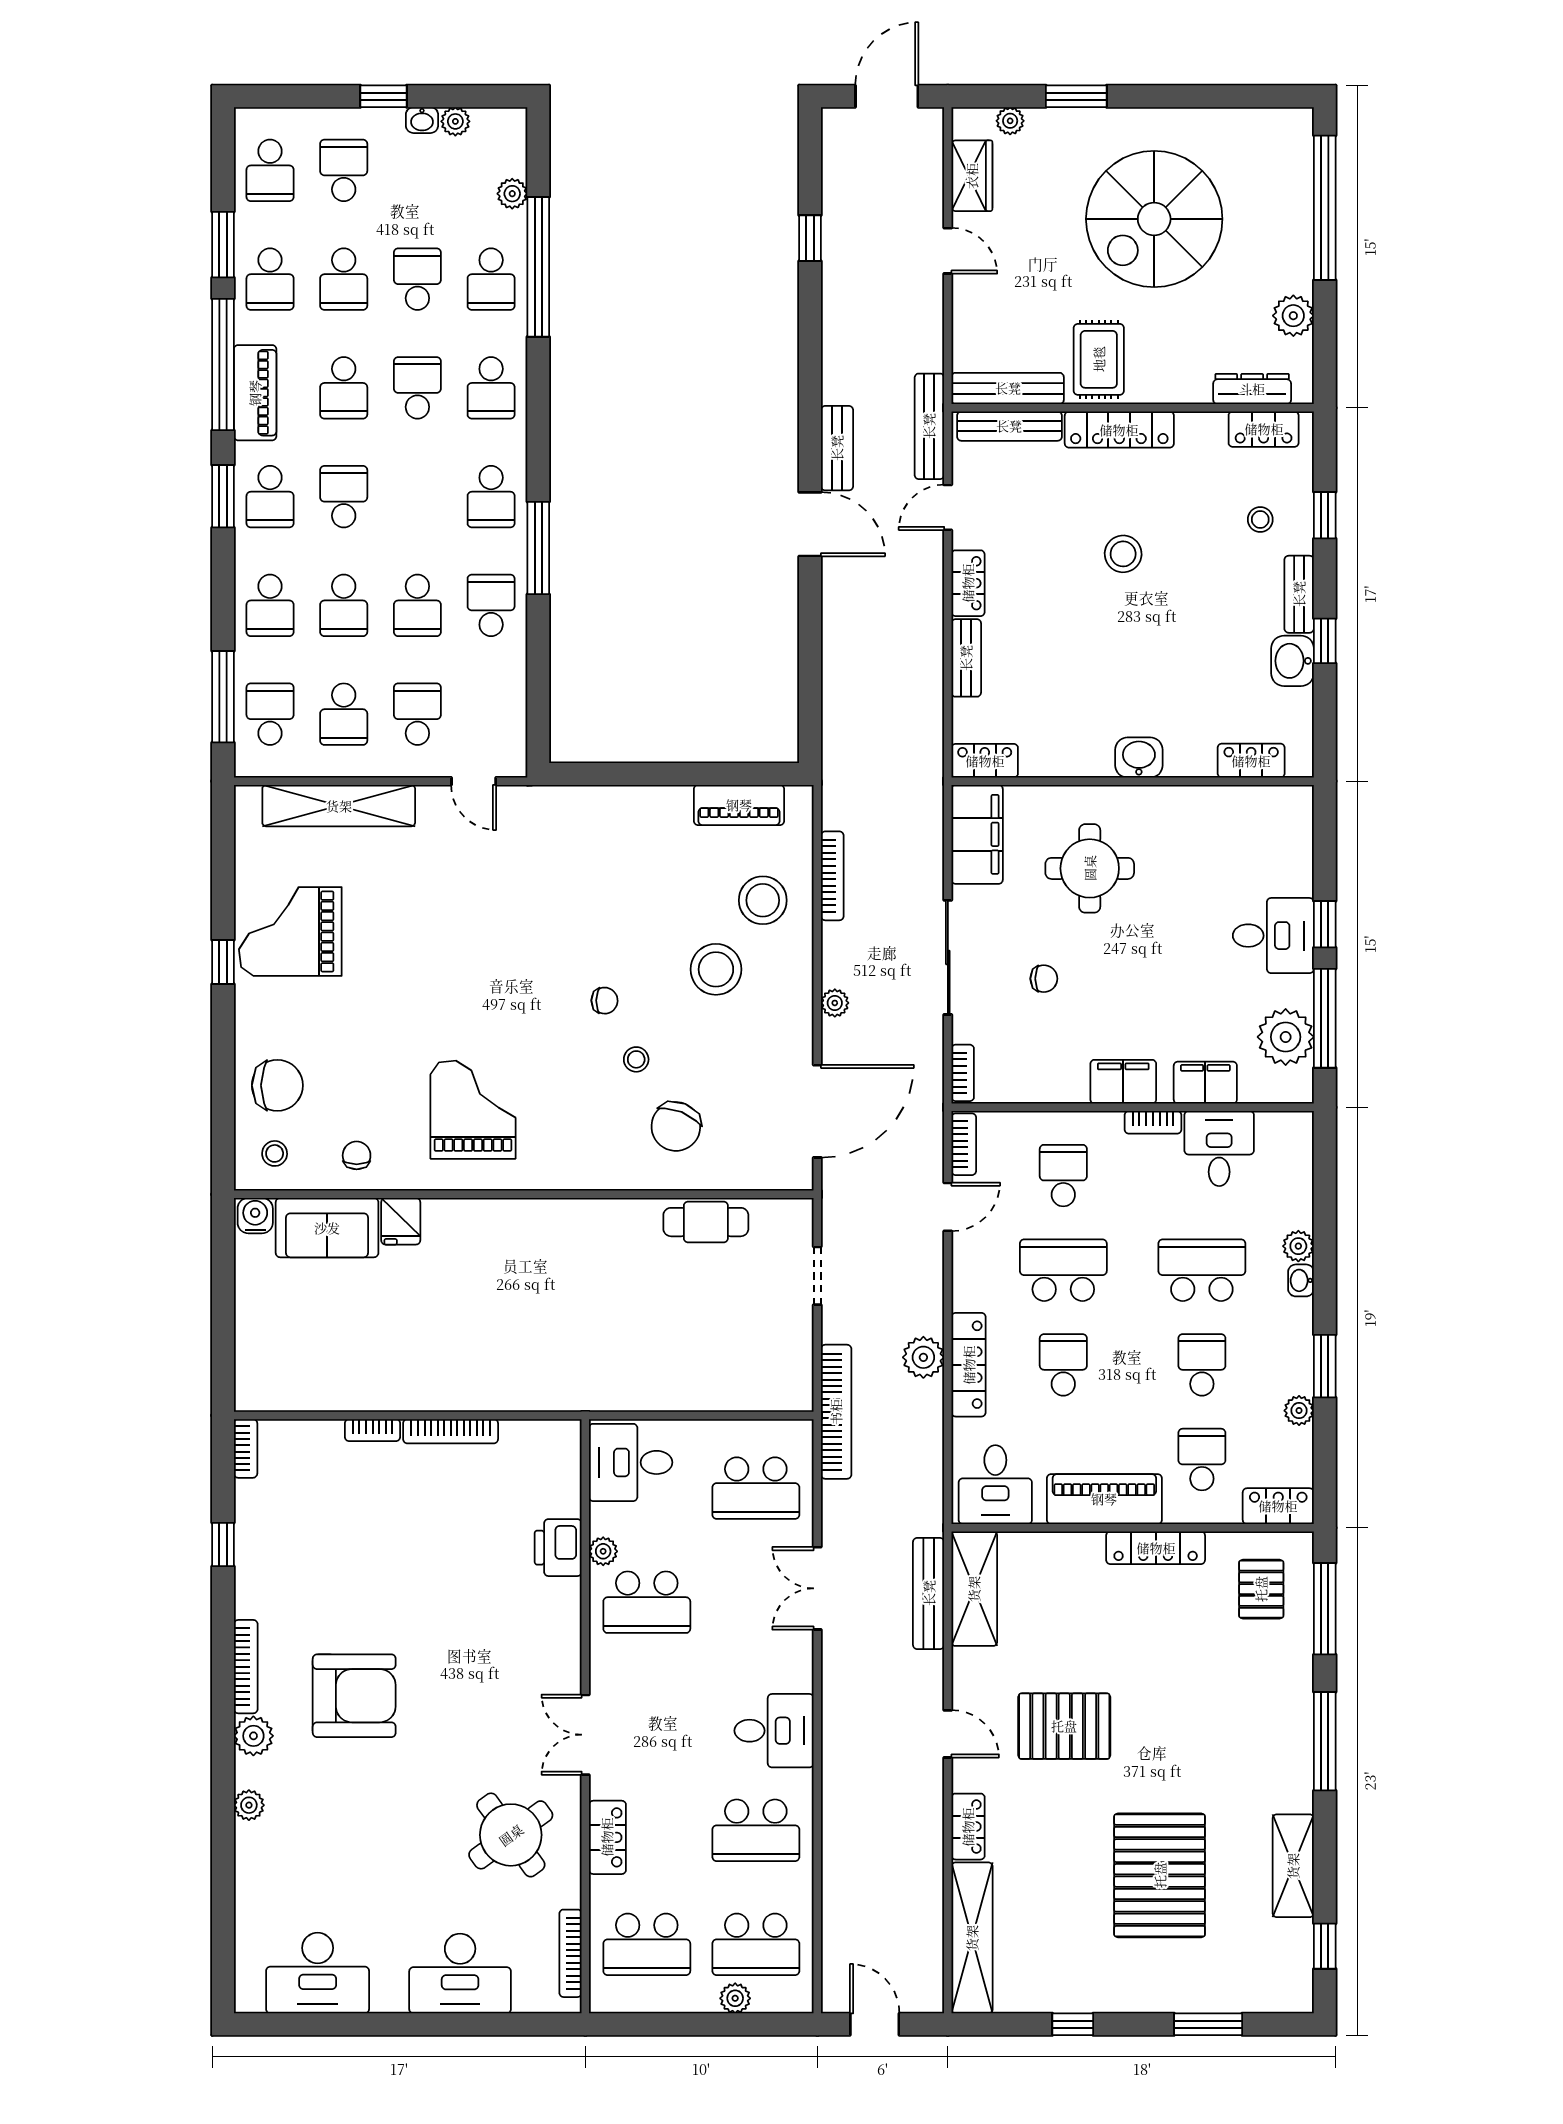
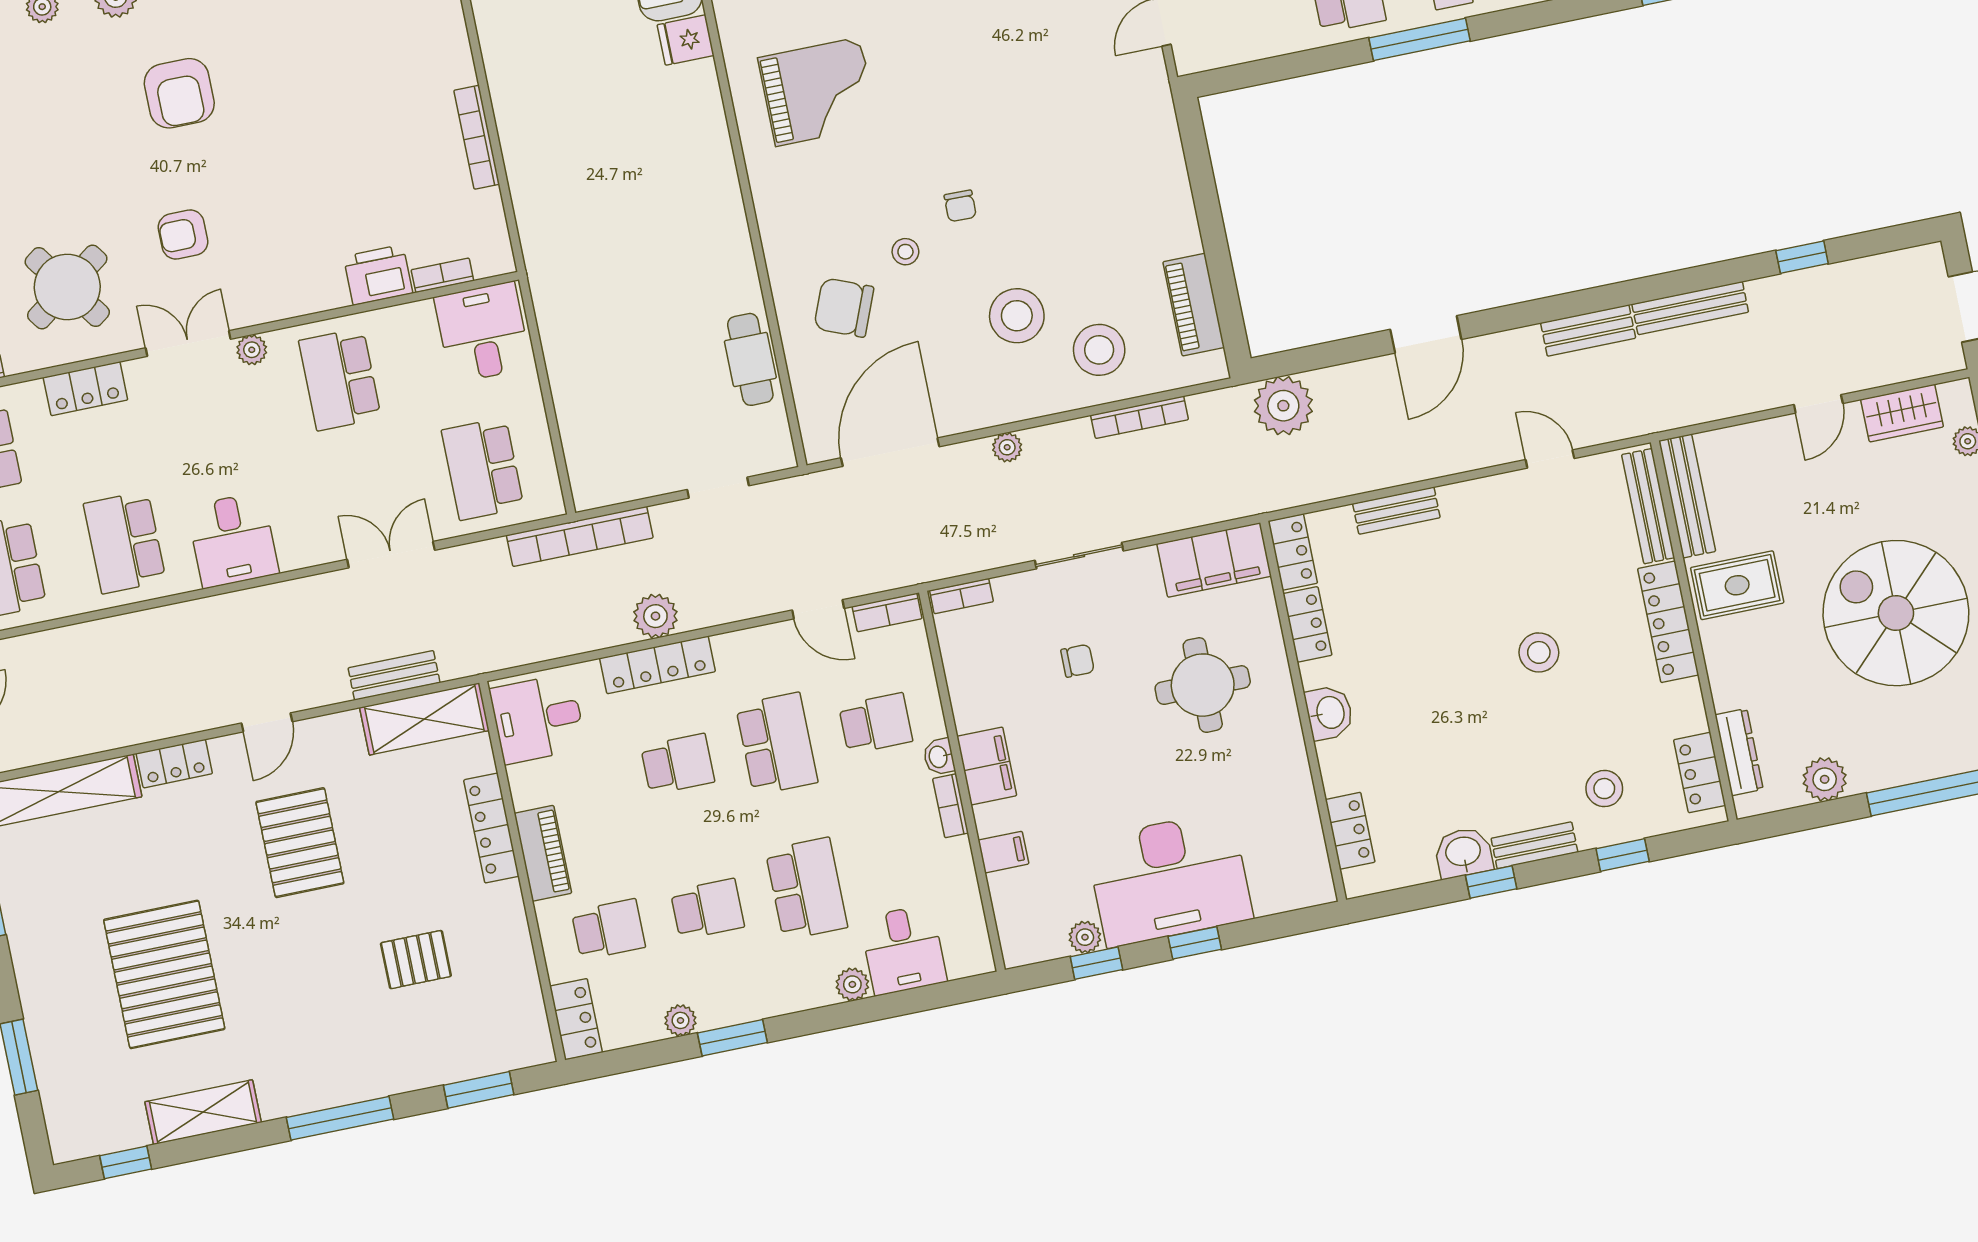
bench: (929, 426) -> (1690, 308), moved
stool: (1260, 520) -> (1604, 789), width x1.37, depth x1.37
door: (810, 524) -> (1426, 334), moved
locker: (968, 583) -> (1307, 624), moved, turned -90
plant: (849, 742) -> (1283, 406), added
desk: (1273, 936) -> (1169, 879), width x1.87, depth x1.30
sliding door: (948, 957) -> (1079, 556), width x0.73
chair: (1044, 979) -> (1078, 661), turned -90
window: (1325, 1018) -> (1096, 963), width x0.46
plant: (1286, 1037) -> (1085, 937), width x0.53, depth x0.53
filing cabinet: (1205, 1083) -> (1003, 852), width x0.50
door: (817, 1111) -> (890, 452), swing flipped
desk: (1219, 1149) -> (903, 950), moved, turned 90
washbasin: (1301, 1280) -> (939, 757), moved, turned -90
bookcase: (373, 1430) -> (442, 275), moved, turned 90
piano: (1104, 1499) -> (543, 853), width x0.73, depth x0.75
locker: (1156, 1548) -> (491, 828), moved
plant: (603, 1551) -> (252, 350), moved
pallet: (1261, 1589) -> (416, 960), moved
bench: (929, 1593) -> (394, 675), width x0.73
window: (1325, 1609) -> (479, 1090), width x0.69
armchair: (354, 1696) -> (179, 93), width x0.73, depth x0.73
armchair: (484, 1719) -> (183, 235), added
pallet: (1160, 1875) -> (164, 974), turned 90

